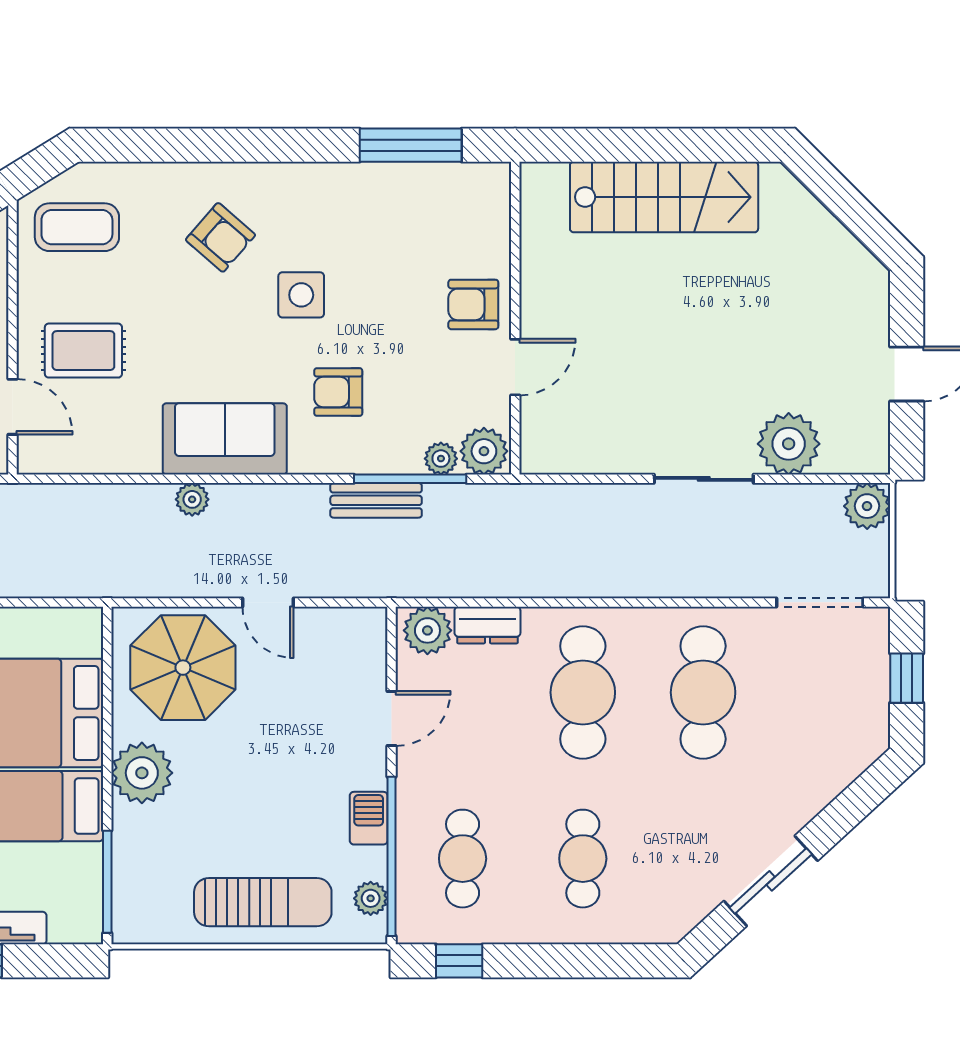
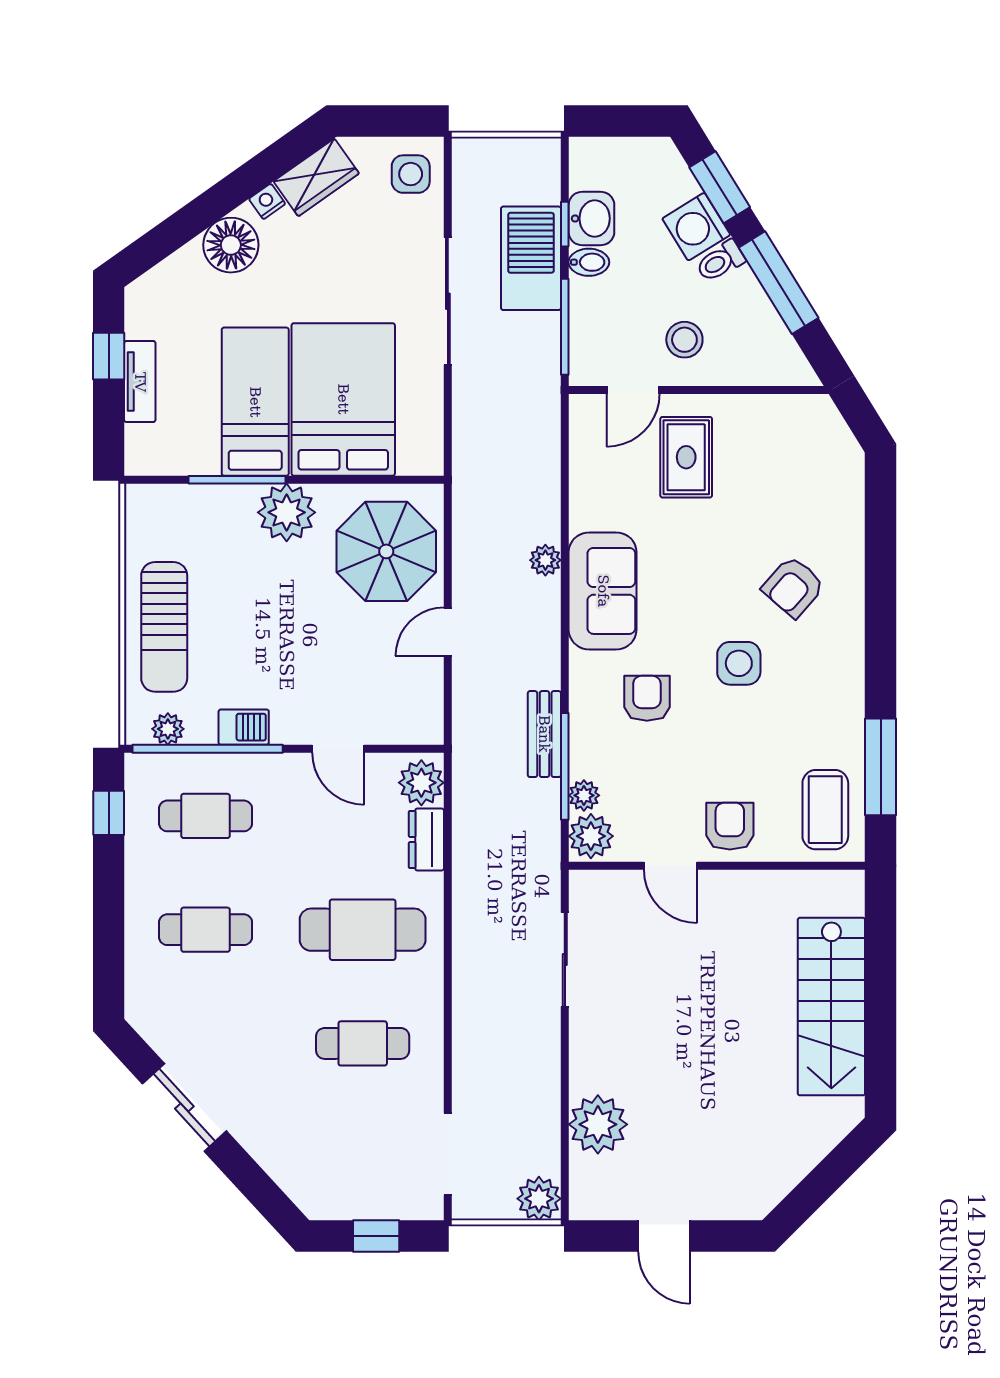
coffee table: (77, 227) -> (825, 810), moved
sliding door: (704, 479) -> (565, 959), moved
cafe table: (703, 692) -> (363, 1043), width x0.73, depth x0.74
window: (107, 882) -> (237, 480), moved

